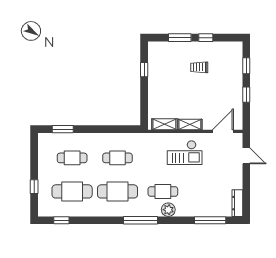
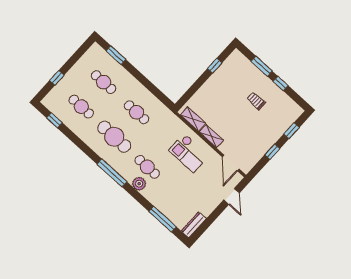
door: (223, 131) -> (231, 163), swing flipped
cafe table: (72, 191) -> (81, 107), width x0.73, depth x0.74

